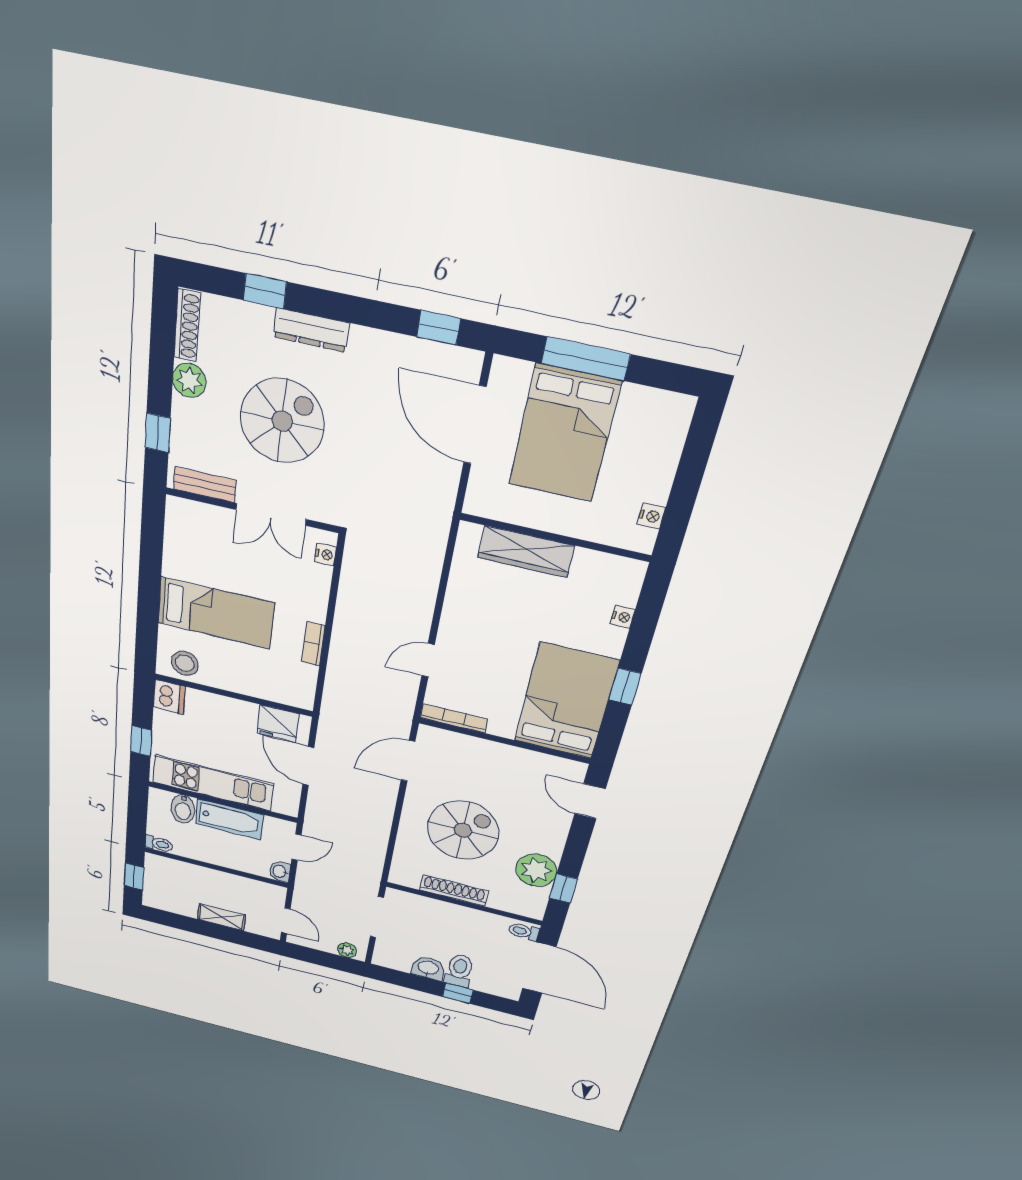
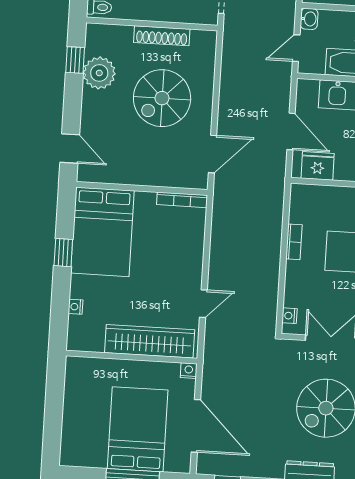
nightstand: (651, 516) -> (189, 371), moved, turned 90
wardrobe: (526, 552) -> (150, 341), width x1.40, depth x1.17
door: (428, 660) -> (203, 304), moved

